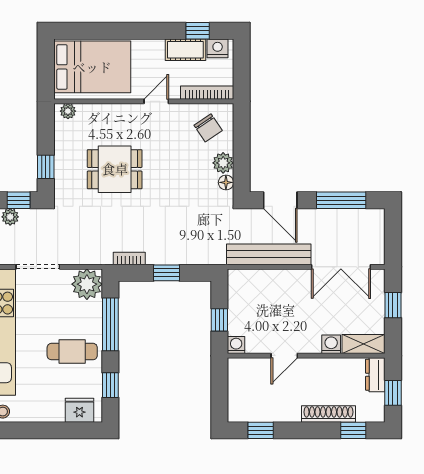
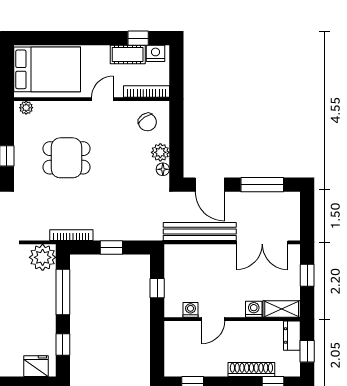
bookcase: (129, 258) -> (71, 235), width x1.56
washing machine: (236, 345) -> (191, 310), moved
cafe table: (72, 352) -> (30, 316), removed

